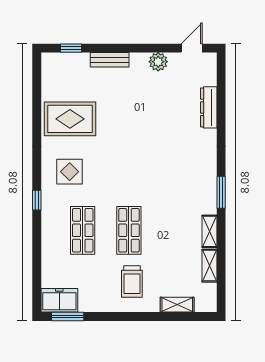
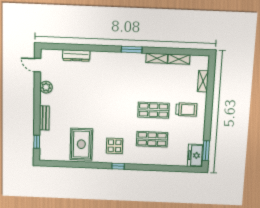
window: (37, 200) -> (118, 166), moved

